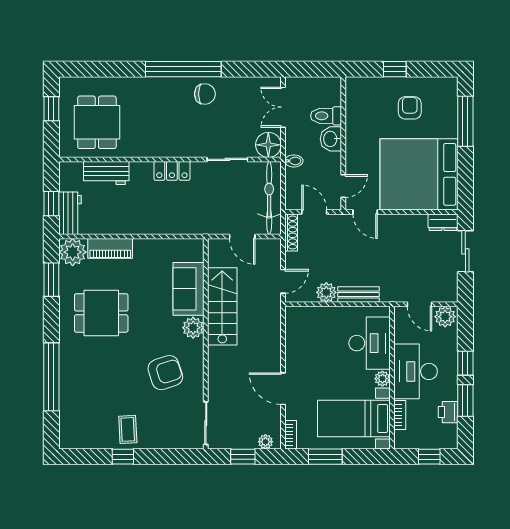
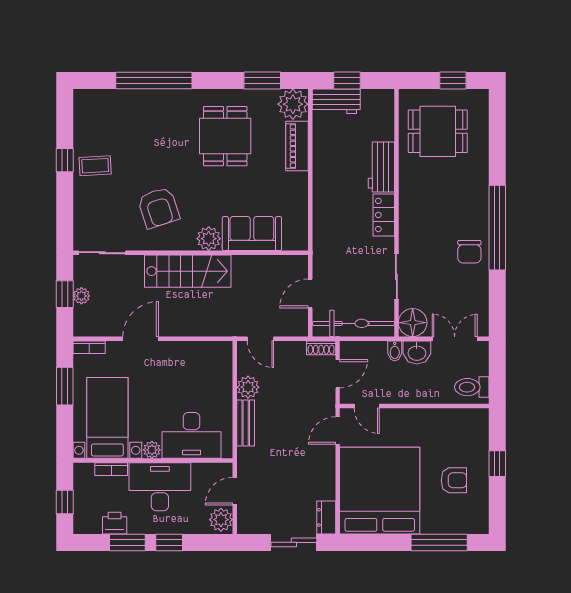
toilet: (326, 116) -> (472, 387), moved, turned -90
washbasin: (331, 139) -> (417, 352), moved, turned 180
workbench: (106, 173) -> (381, 167), moved
shoe rack: (291, 233) -> (321, 348), width x0.70
stairs: (222, 306) -> (188, 271), moved
plant: (265, 442) -> (81, 296), moved

